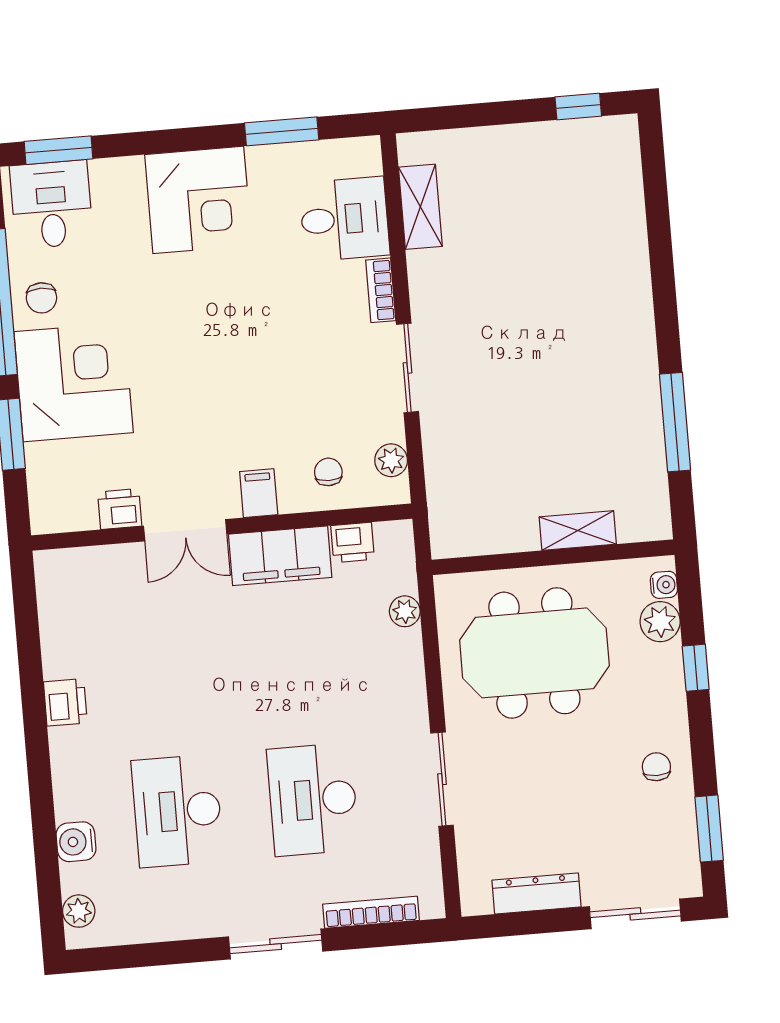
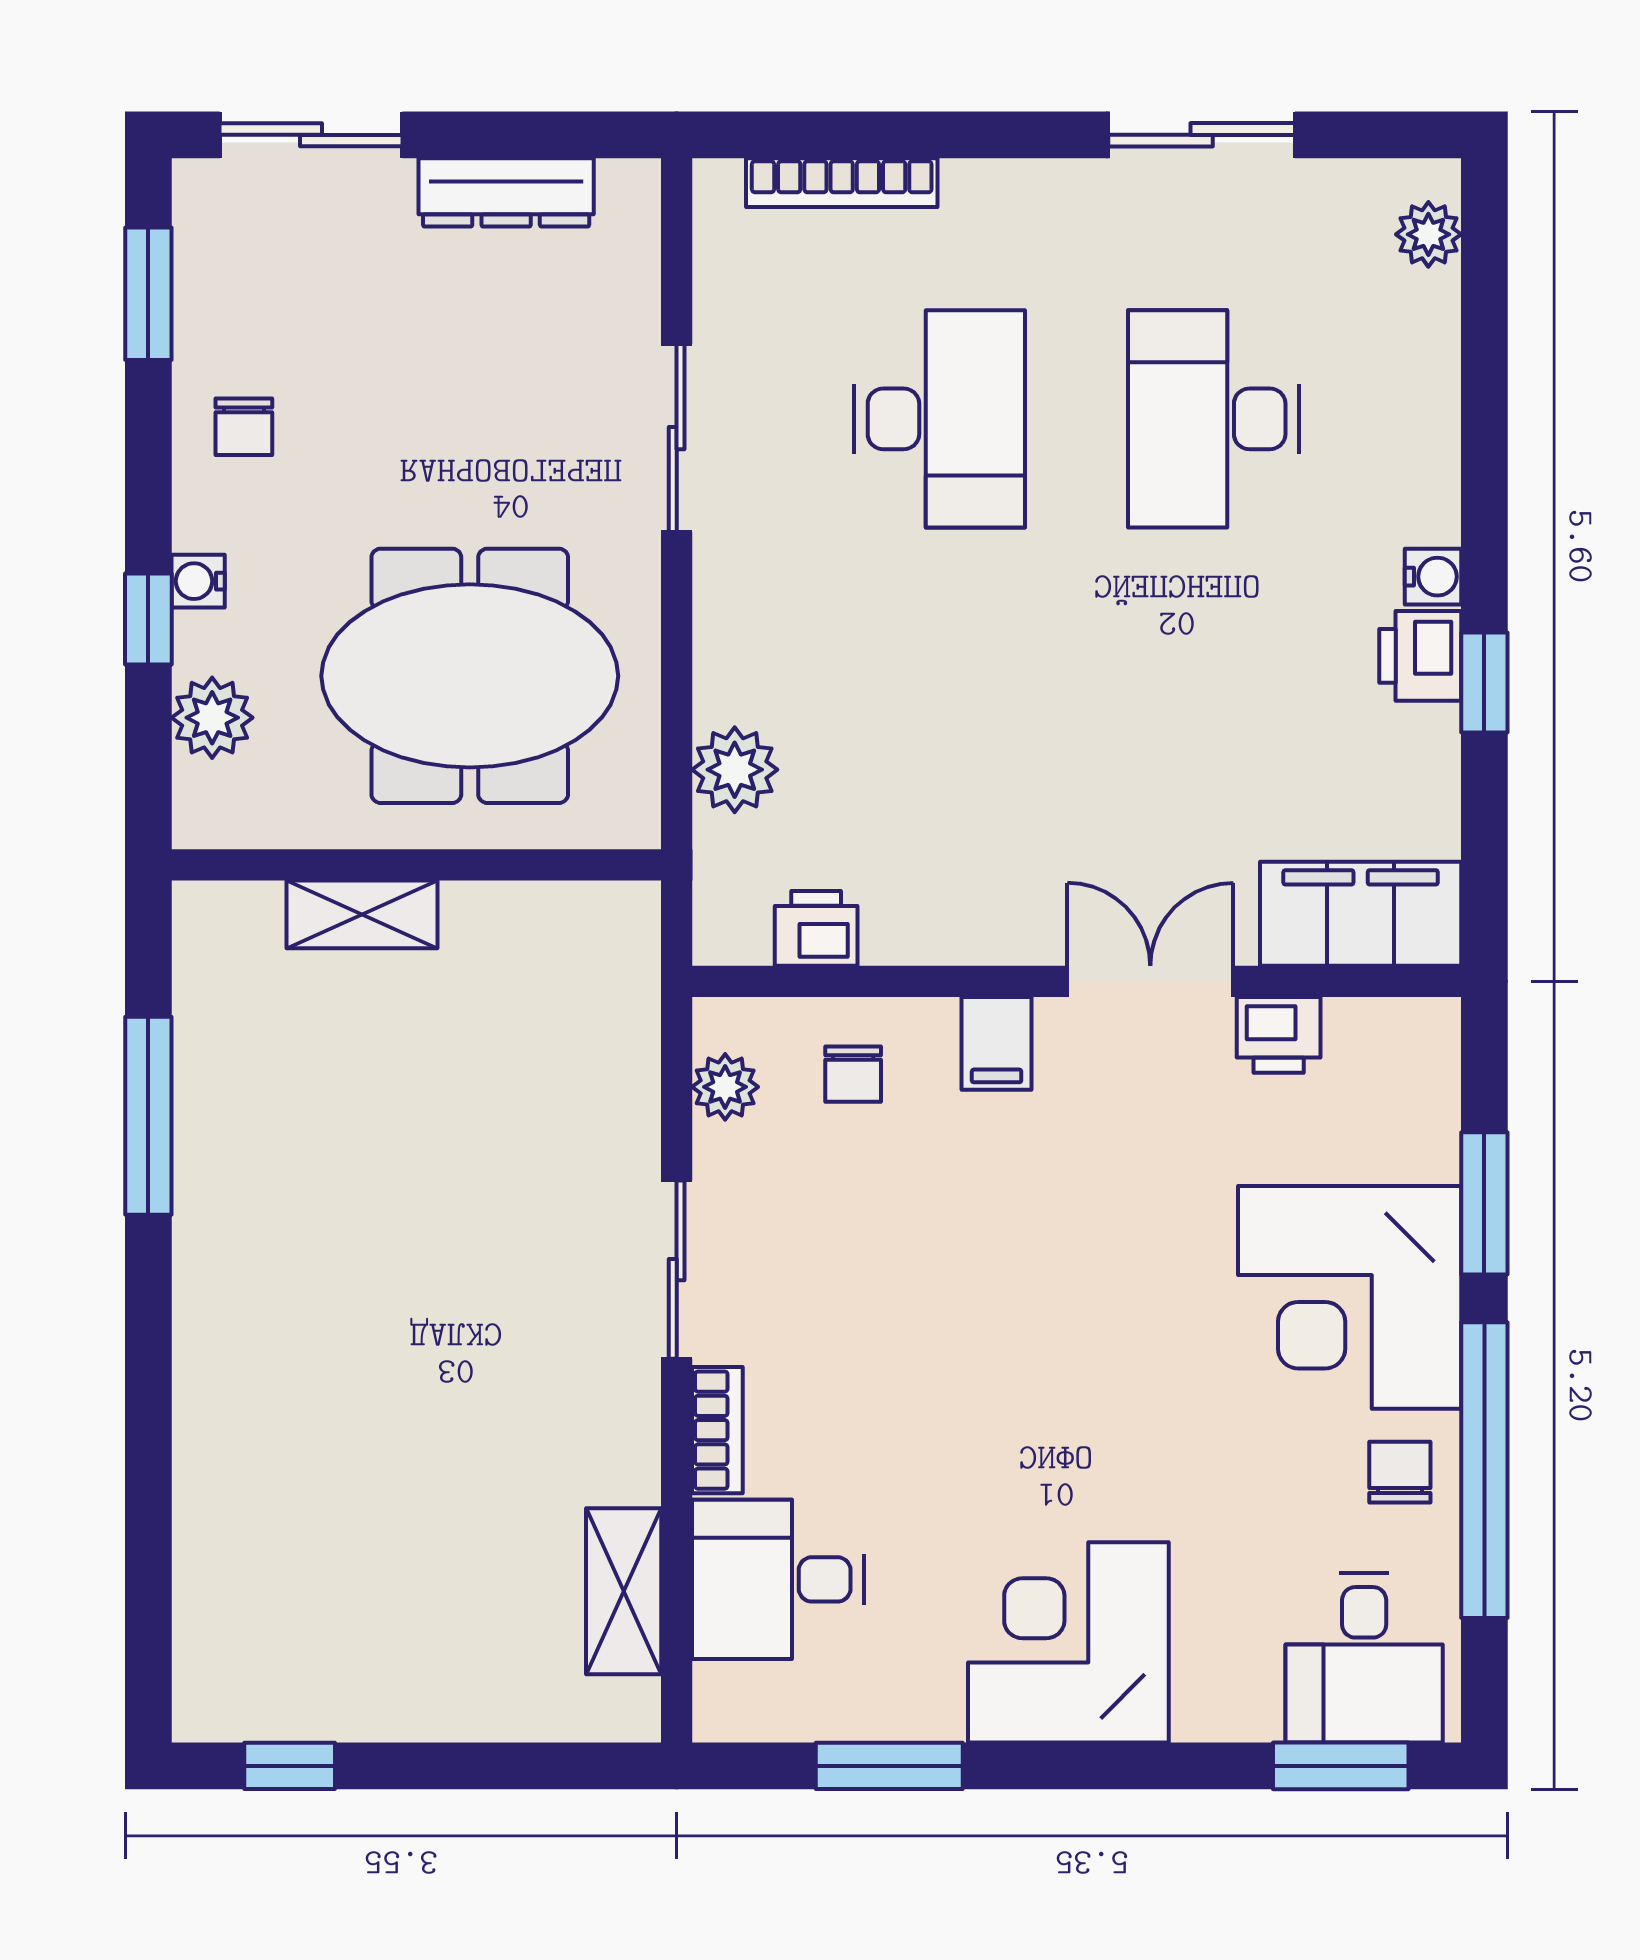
filing cabinet: (280, 556) -> (1361, 914), moved
water cooler: (664, 585) -> (198, 581), moved
plant: (405, 611) -> (735, 770), width x1.38, depth x1.38
window: (33, 692) -> (1484, 682), added
desk: (177, 811) -> (1214, 419), turned 180
water cooler: (76, 842) -> (1433, 577), moved, width x0.72, depth x0.72
sliding door: (276, 944) -> (1202, 135), moved

